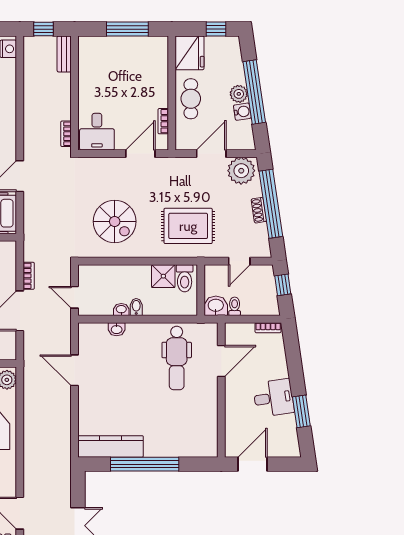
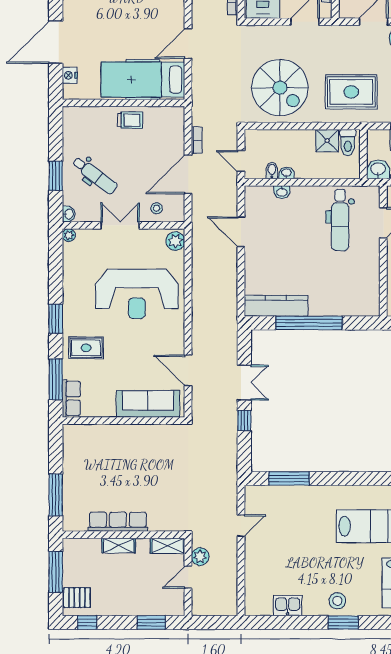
spiral stairs: (115, 221) -> (280, 88), width x1.37, depth x1.37
bidet: (136, 307) -> (272, 171), moved

